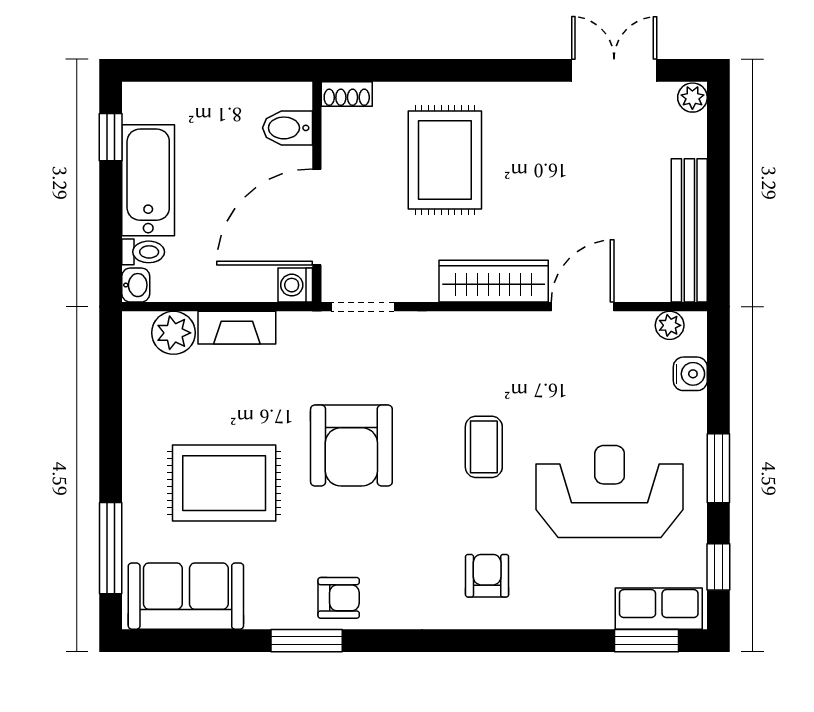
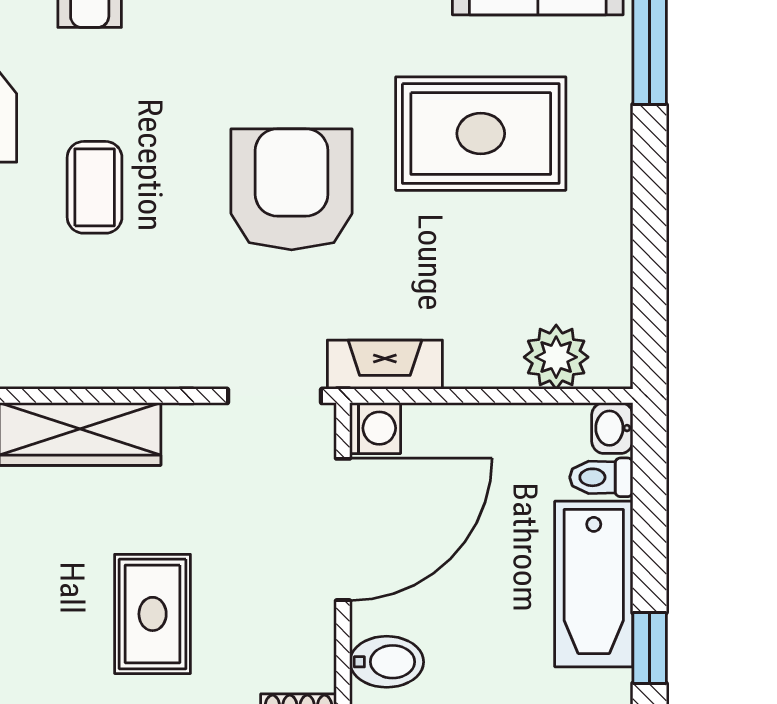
rug: (445, 160) -> (153, 614), width x0.73, depth x0.70
fireplace: (237, 328) -> (385, 365), moved

